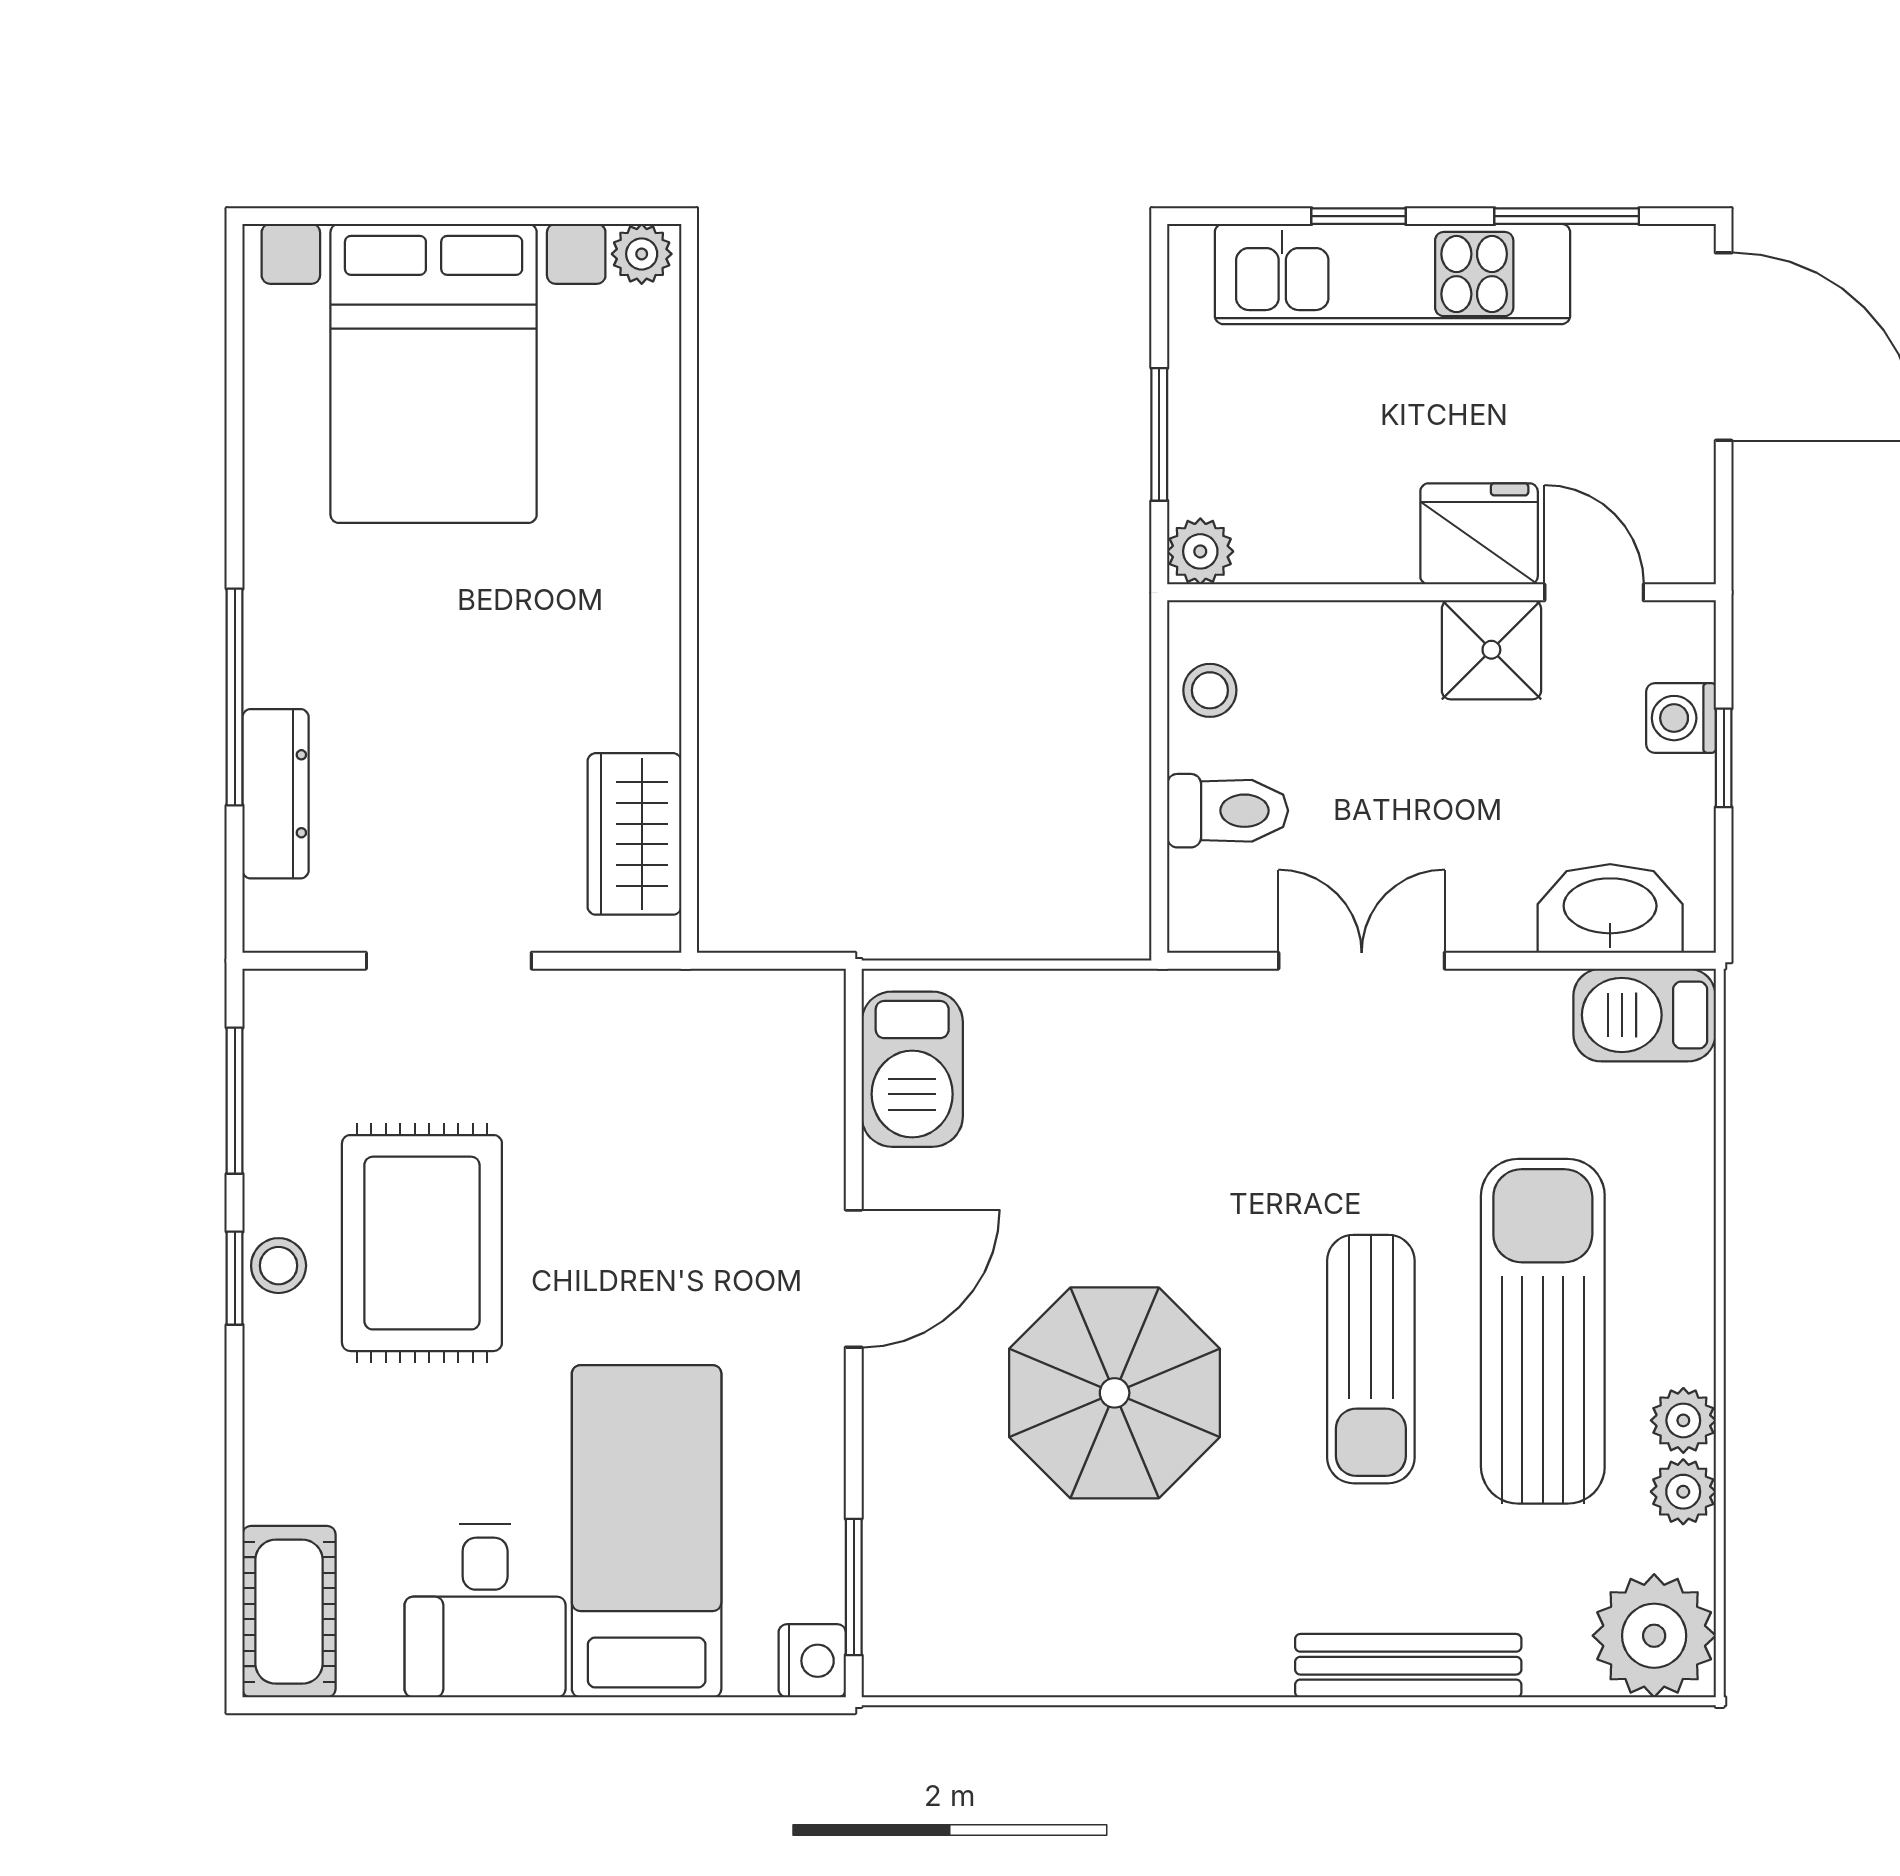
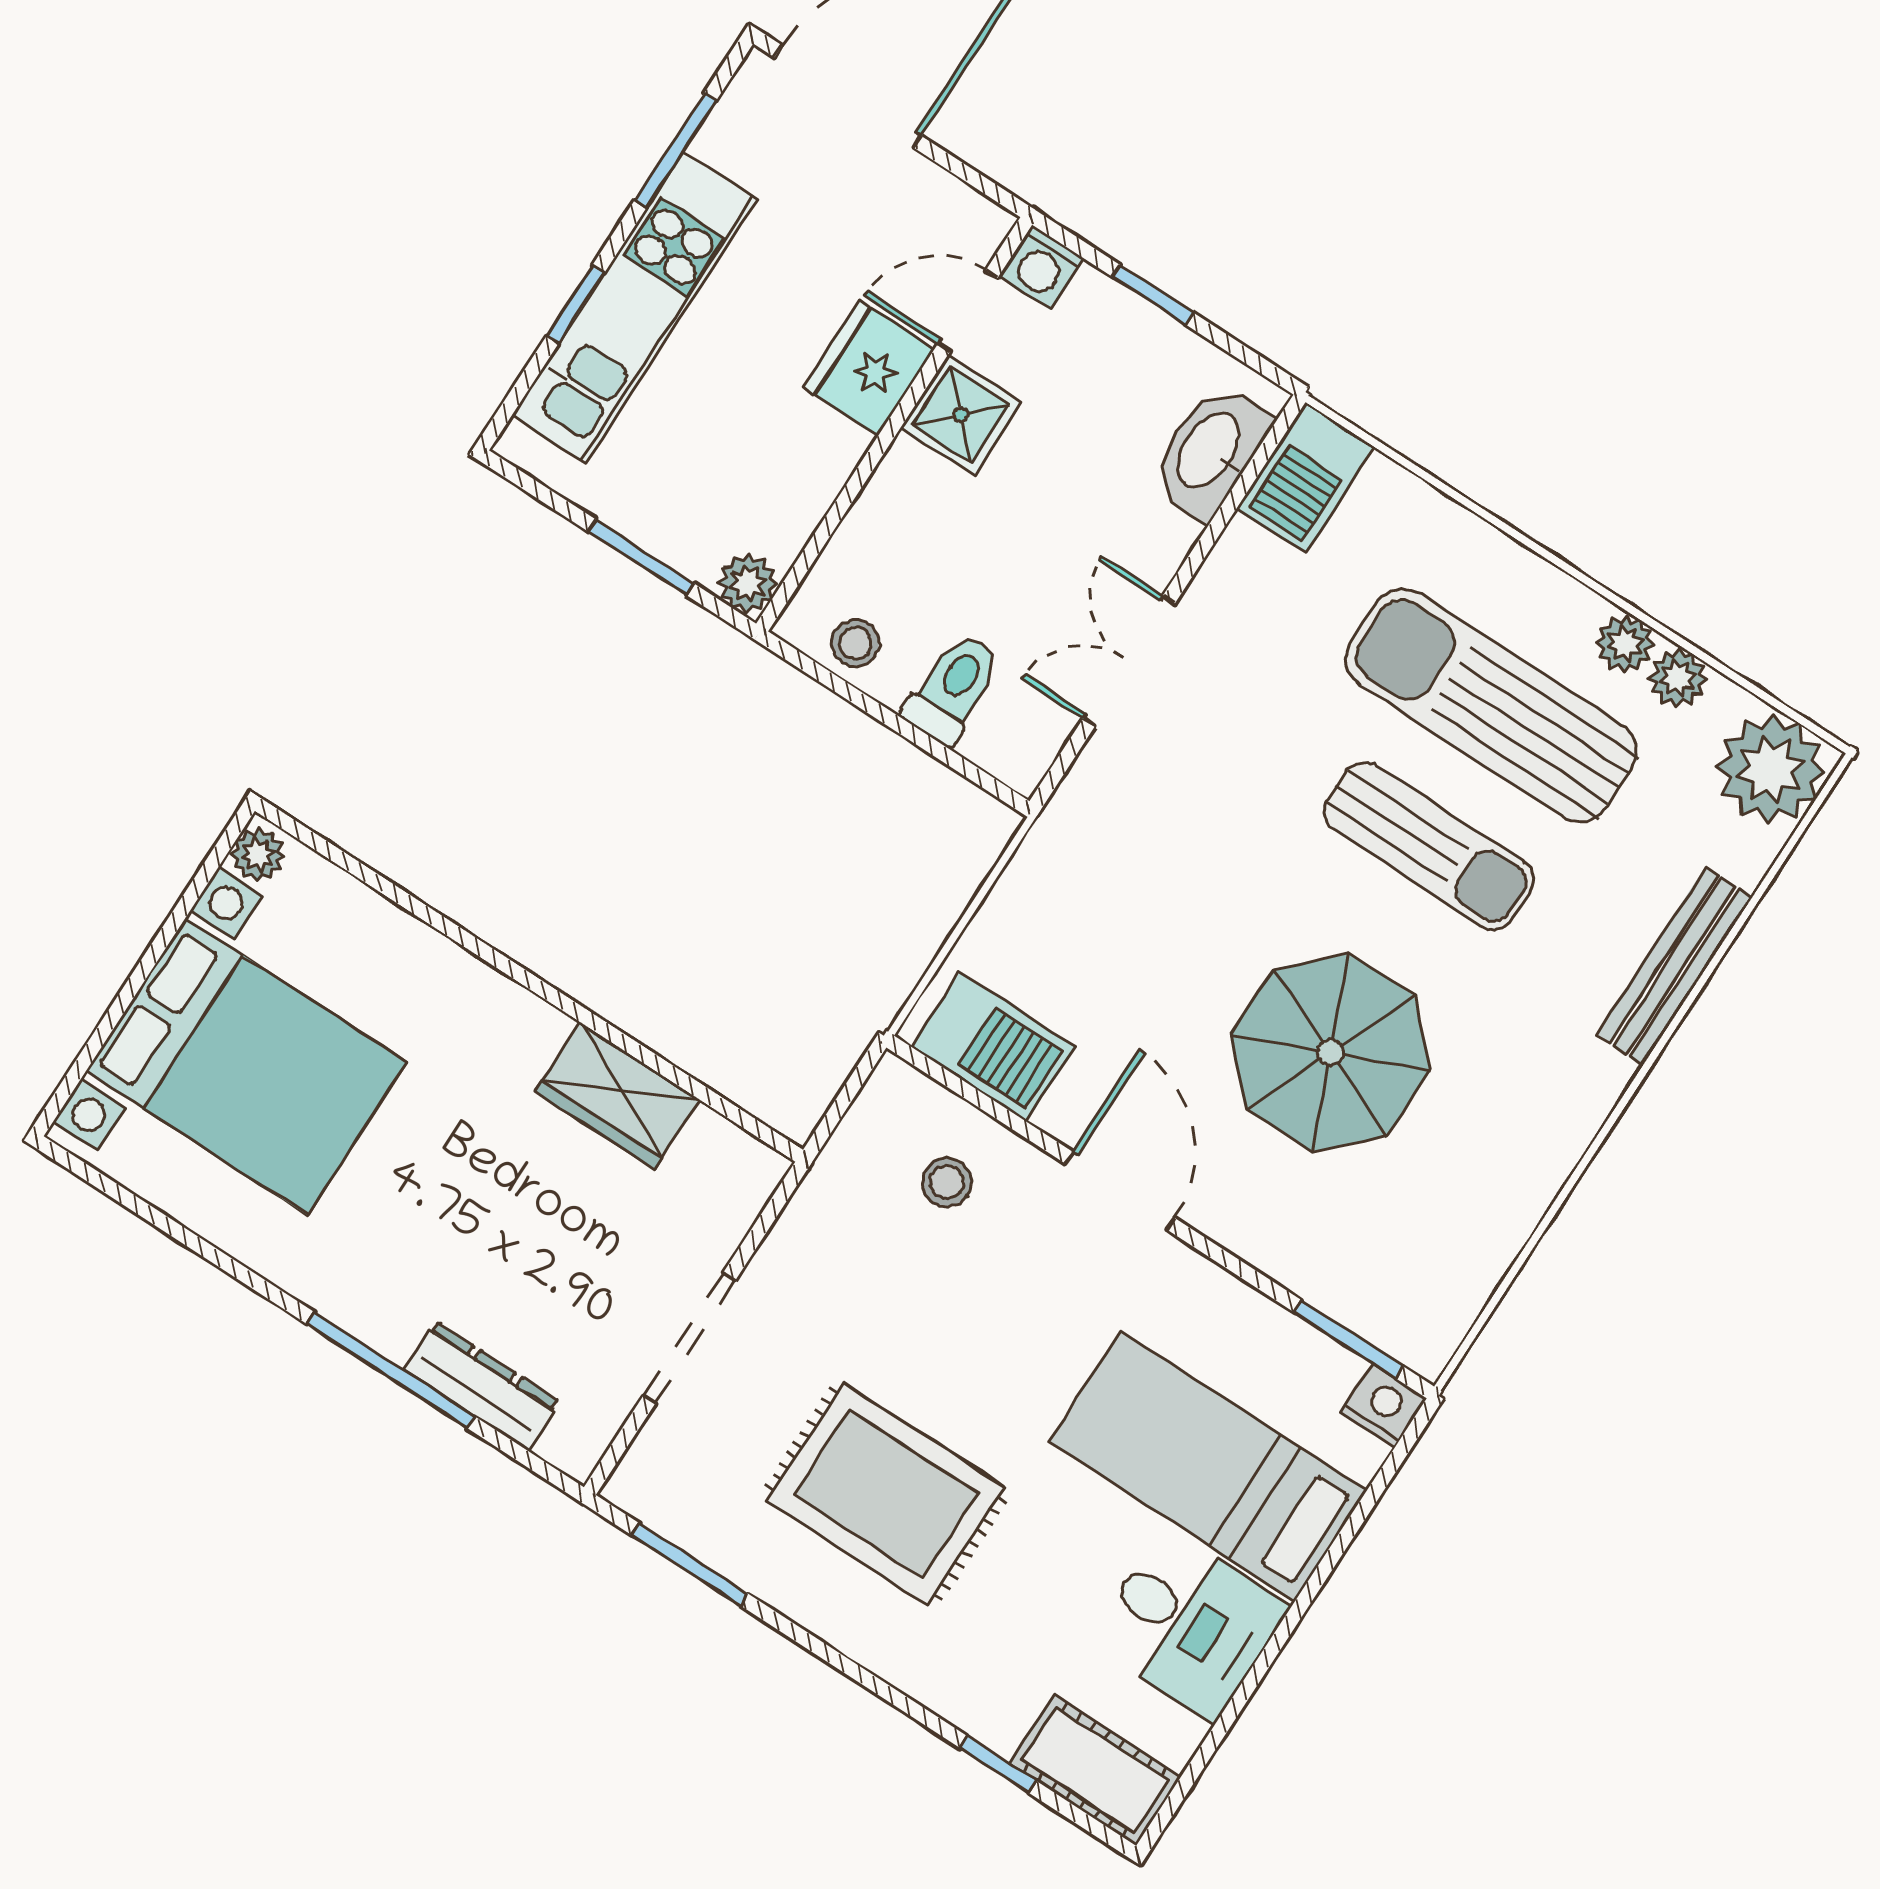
washing machine: (1681, 718) -> (1041, 267), moved
wardrobe: (634, 834) -> (617, 1096), moved
stool: (279, 1266) -> (947, 1182), moved
window: (235, 1278) -> (998, 1764), moved

